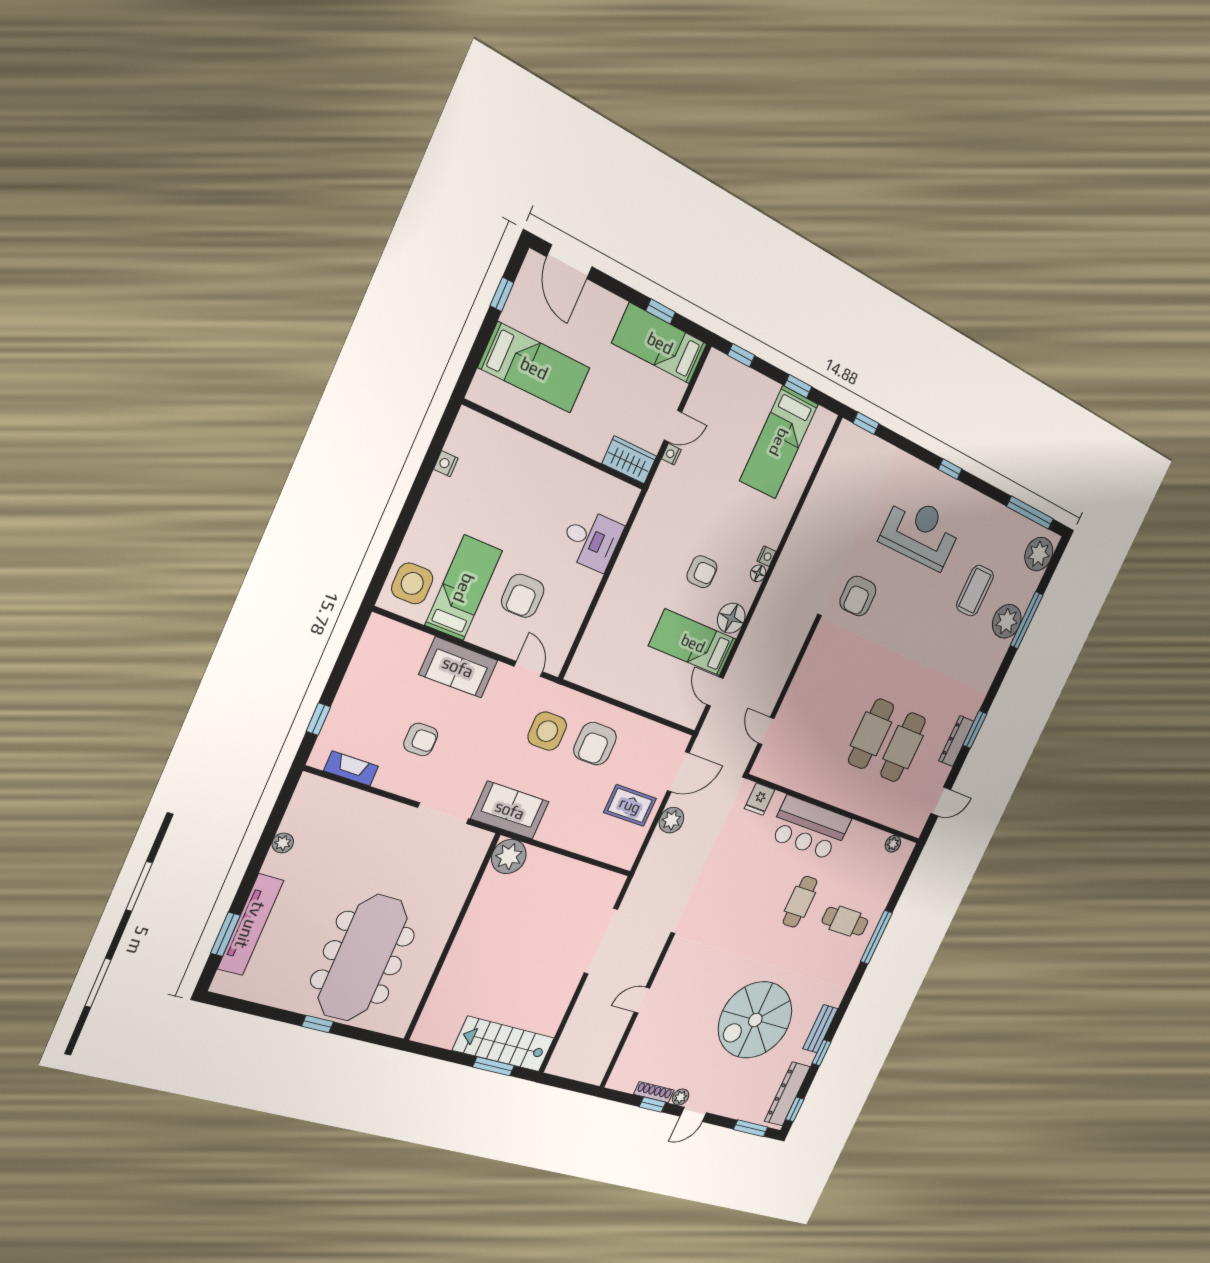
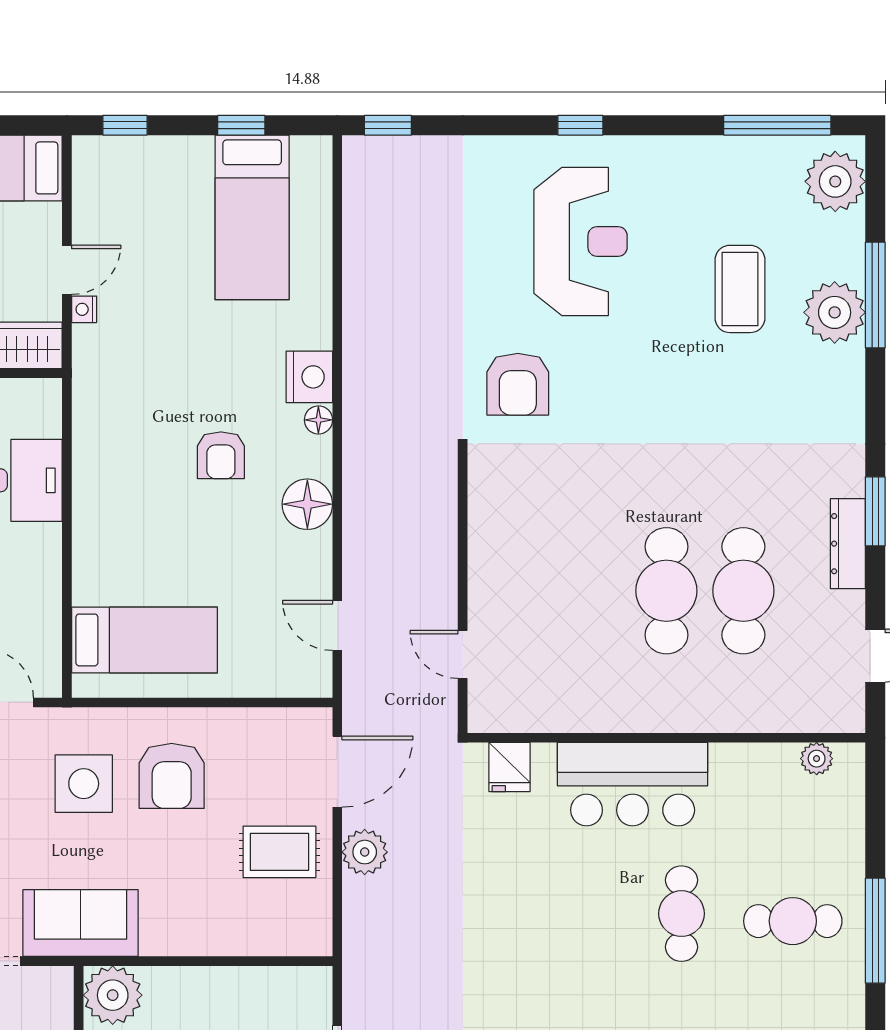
reception desk: (921, 532) -> (581, 242), turned 90
nightstand: (767, 556) -> (309, 377), width x1.89, depth x1.79
armchair: (702, 572) -> (221, 455), turned 90
bed: (693, 643) -> (144, 640), moved, turned 180

